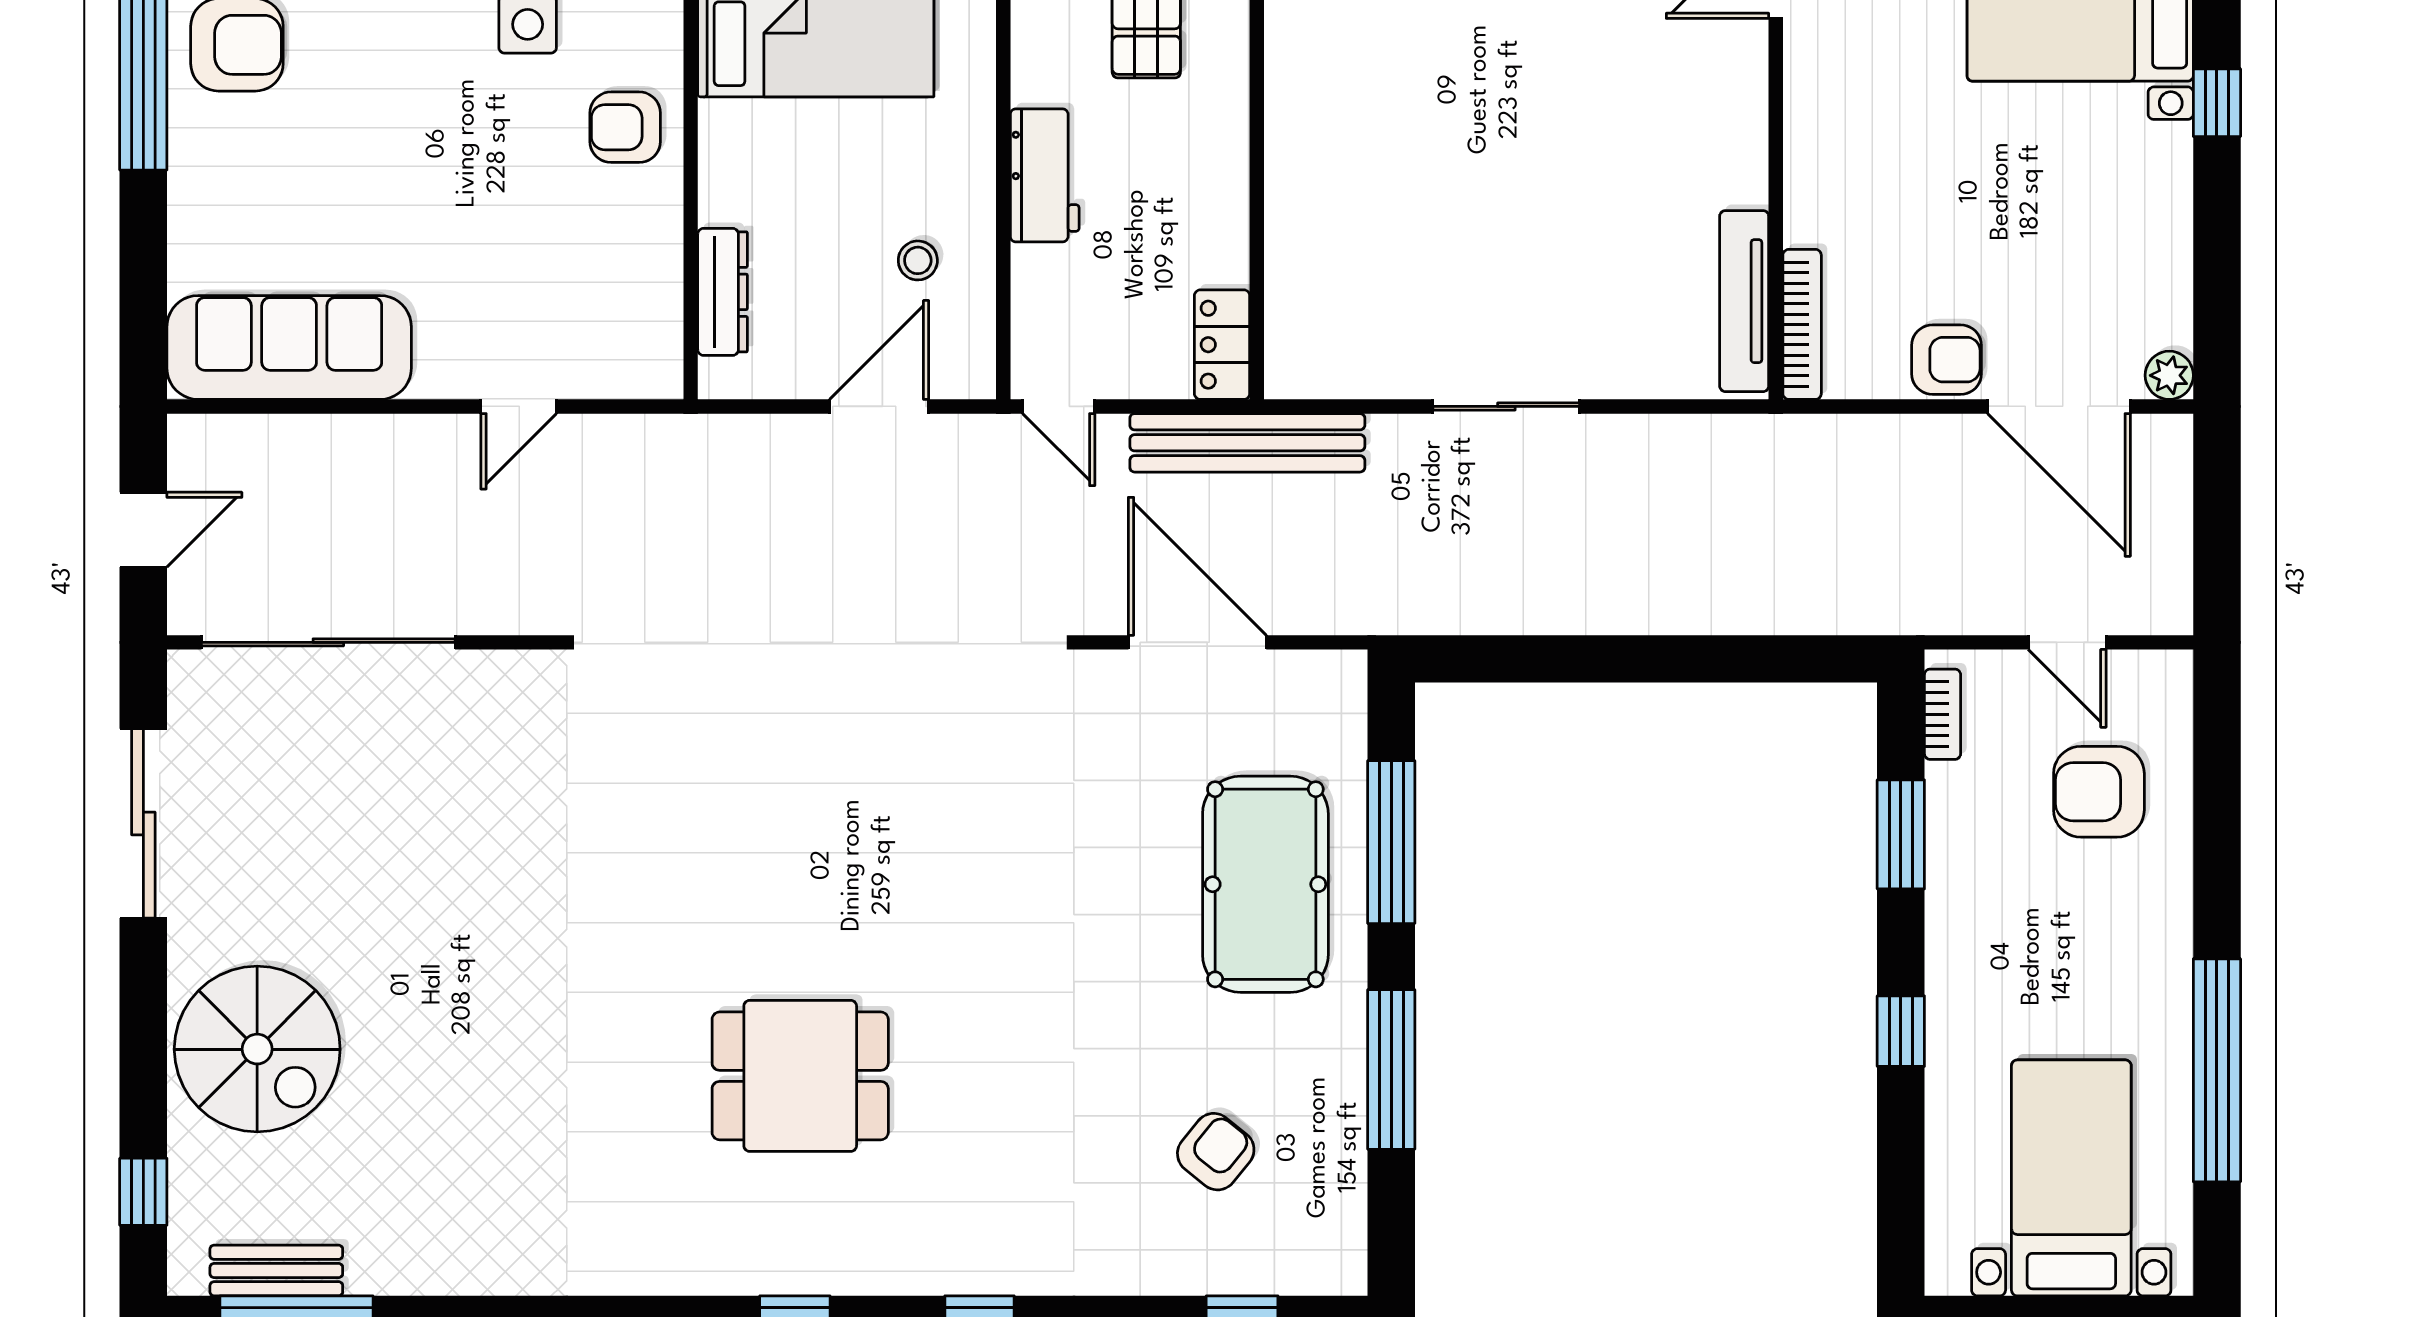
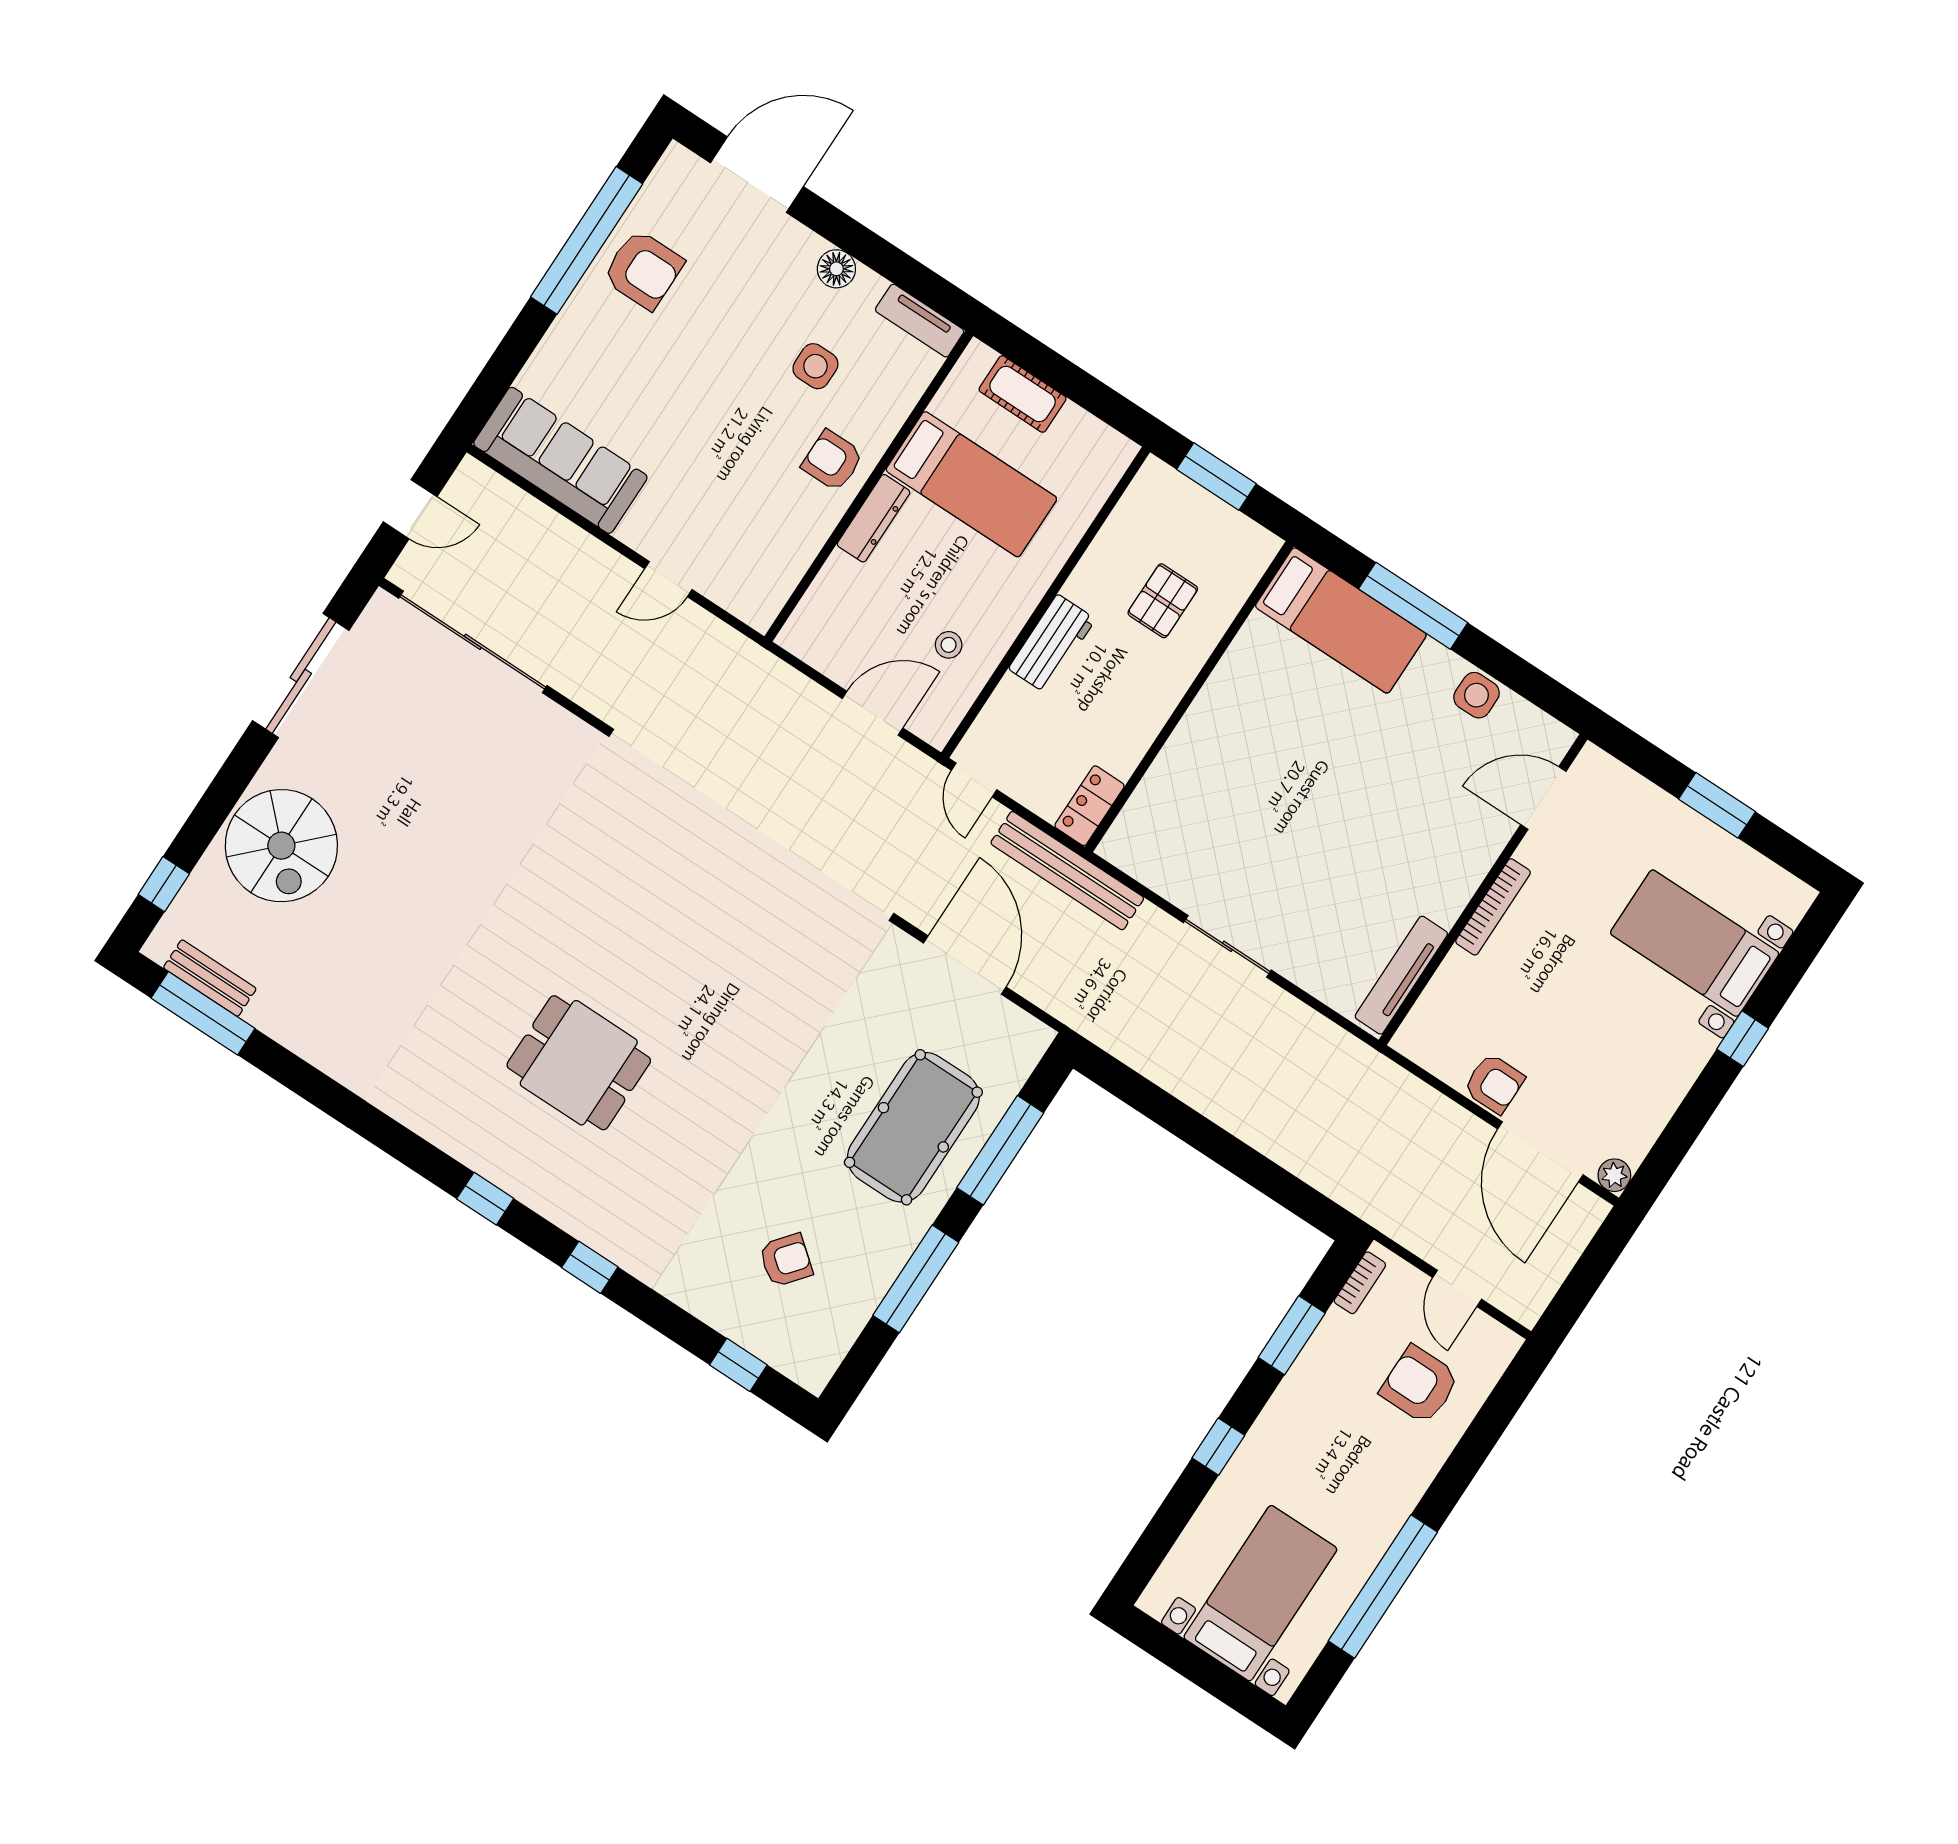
dresser: (723, 292) -> (874, 518), moved
bookcase: (1802, 324) -> (1493, 907), moved

